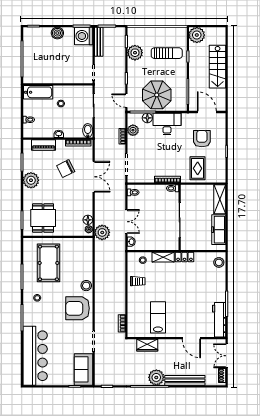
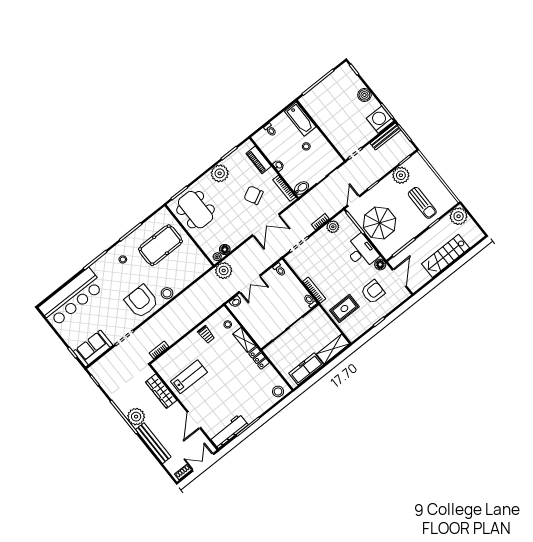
floor lamp: (147, 118) -> (380, 265), moved
dining table: (43, 218) -> (196, 210), width x1.38
wardrobe: (147, 345) -> (161, 391), width x1.50

